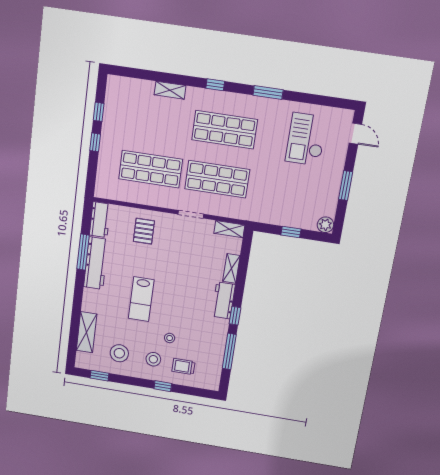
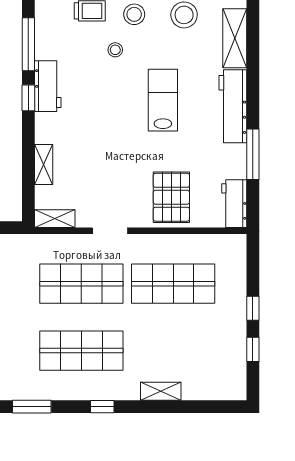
pallet: (144, 231) -> (171, 197), width x1.50, depth x1.42
workbench: (96, 263) -> (233, 106), moved
workbench: (223, 300) -> (48, 86), moved

